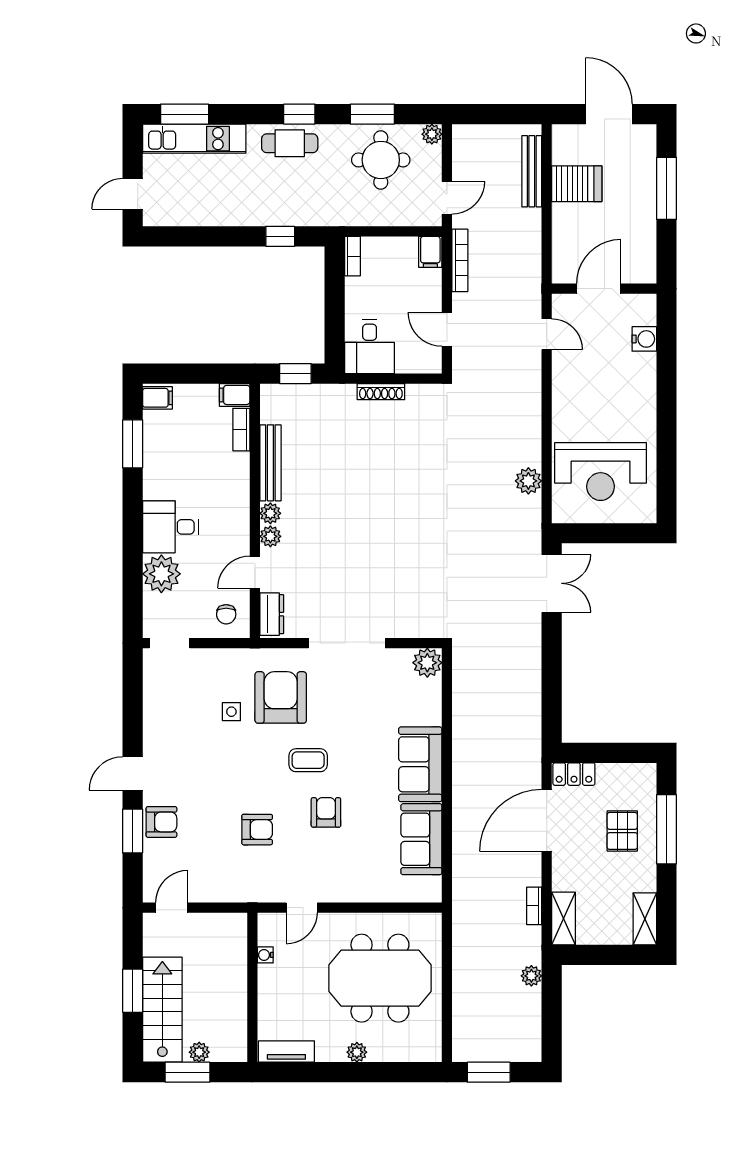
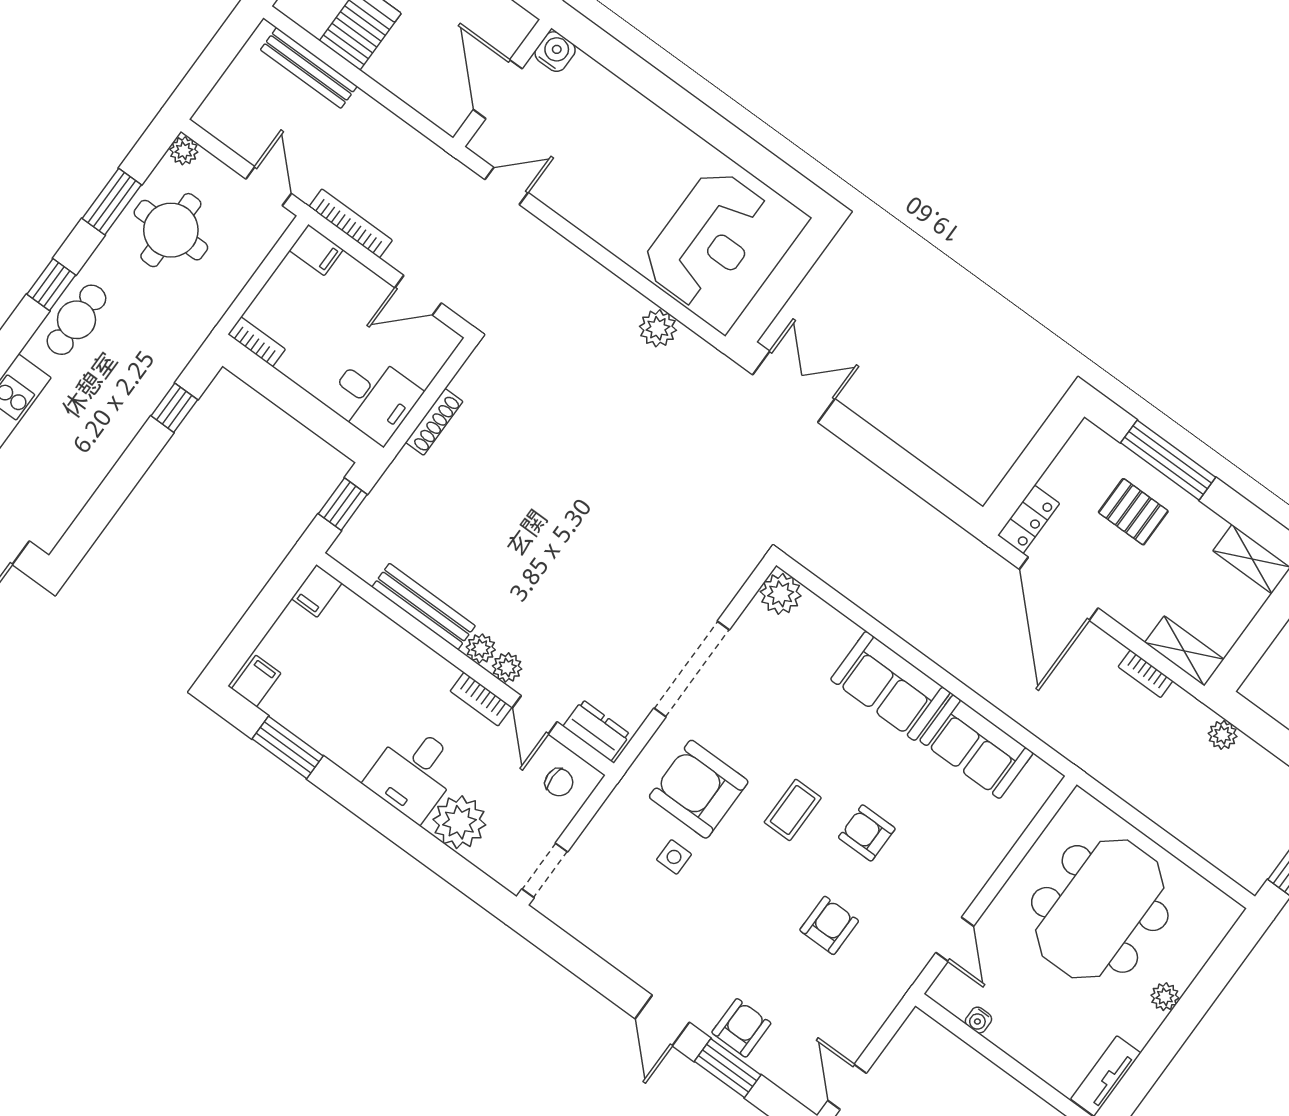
water cooler: (644, 339) -> (555, 52), moved
bookcase: (241, 430) -> (481, 699), moved

